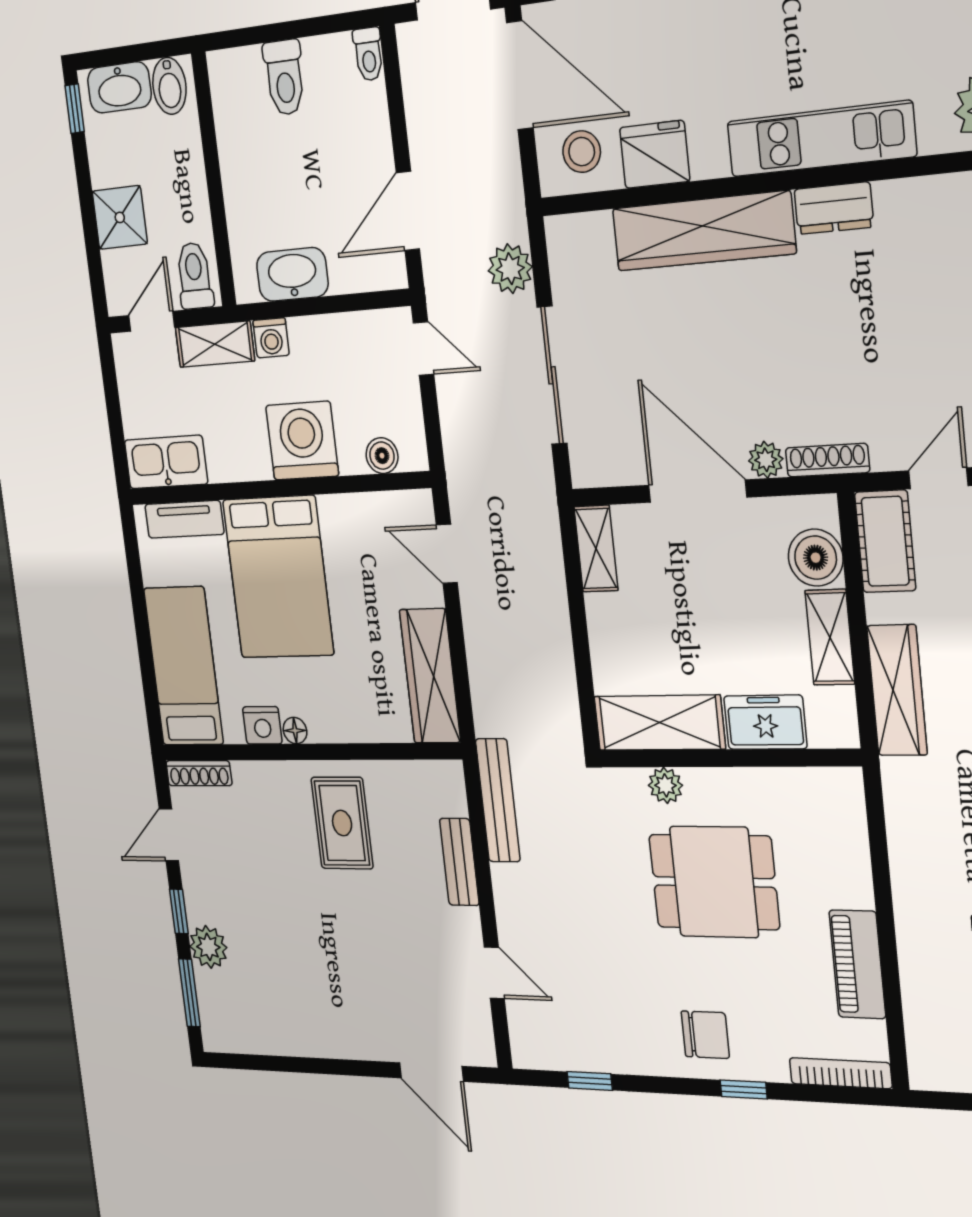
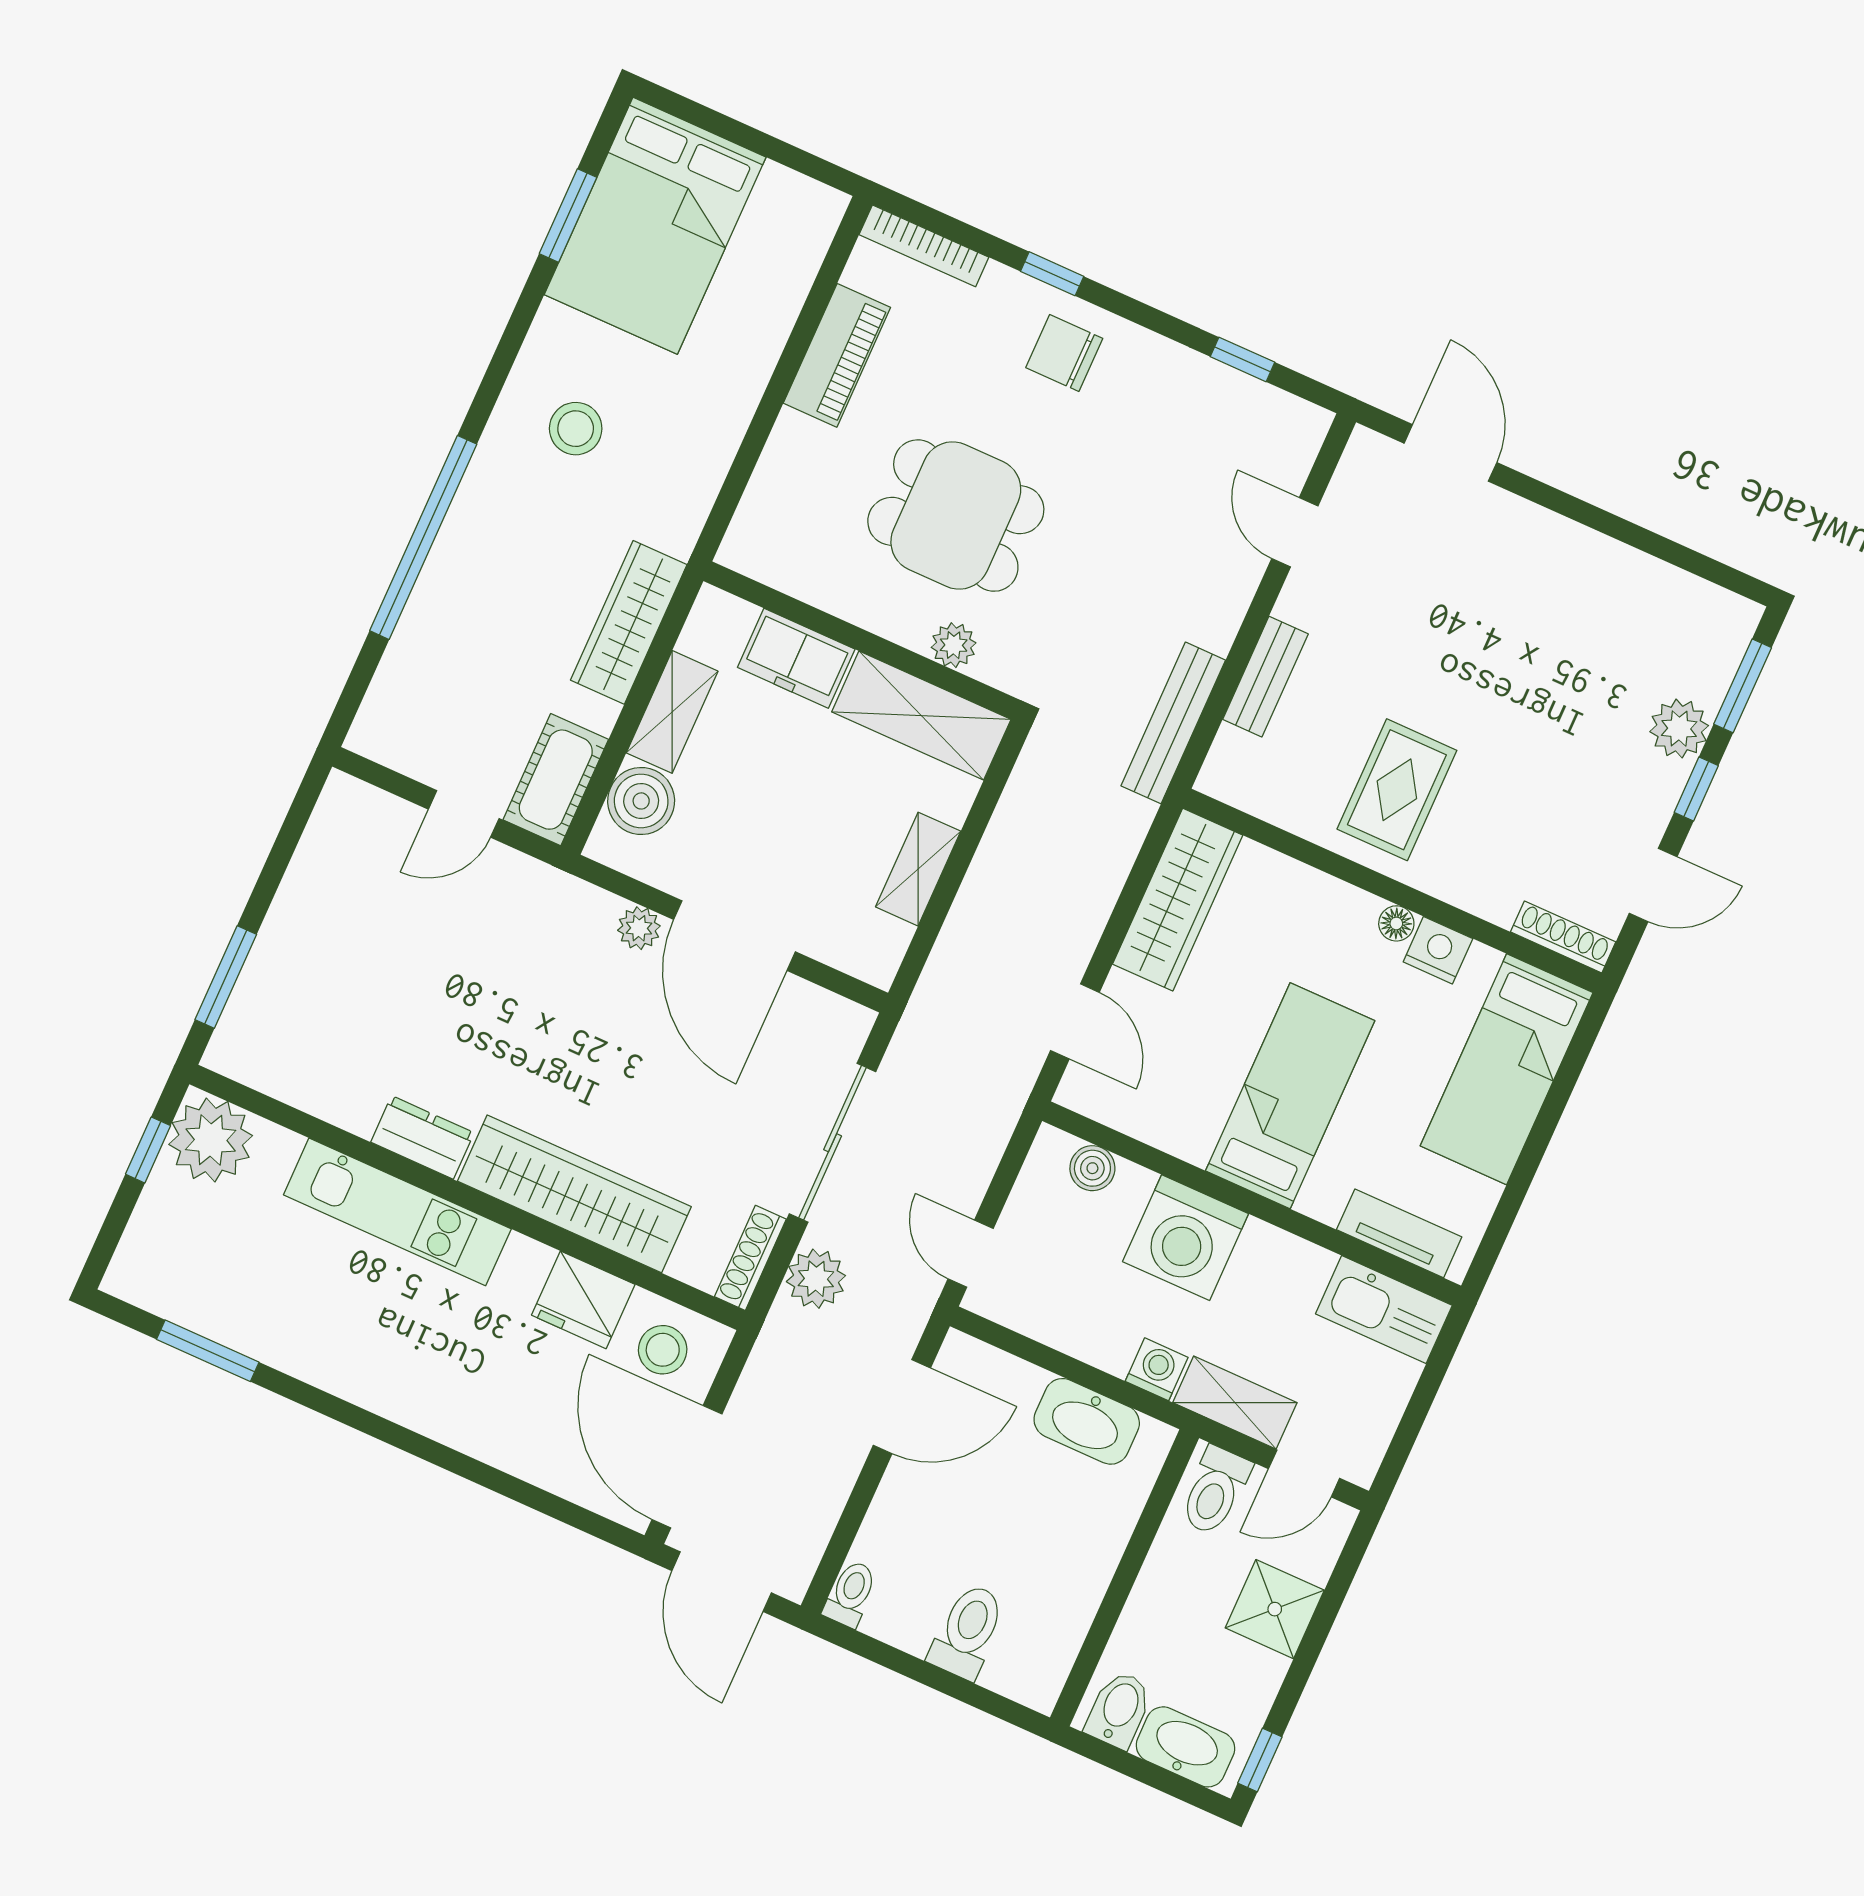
shoe rack: (827, 460) -> (750, 1258), moved, turned 90
shelving: (596, 549) -> (918, 869), moved
bed: (278, 577) -> (1290, 1096), width x0.67

